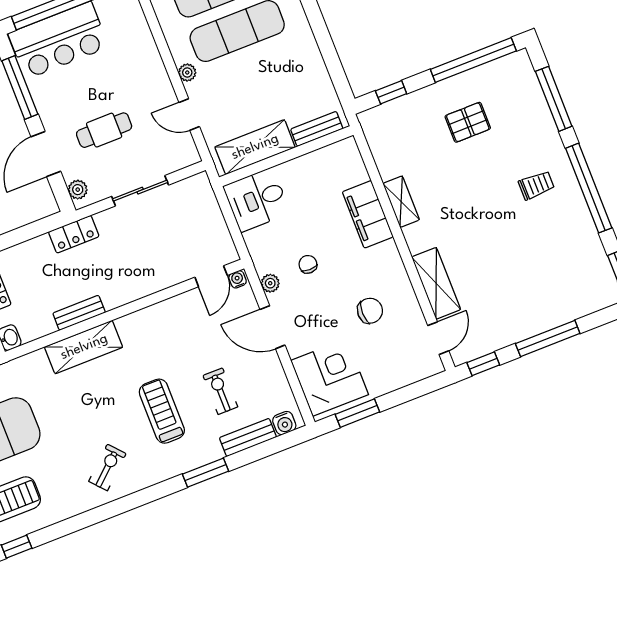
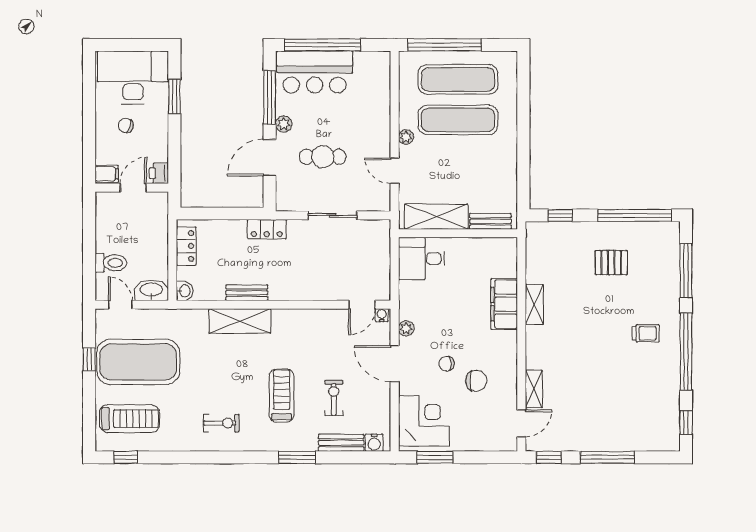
plant: (78, 190) -> (284, 124), moved
chair: (308, 264) -> (446, 364), moved, turned -94
shelving: (436, 283) -> (534, 389), width x0.67, depth x0.75
exercise bike: (107, 468) -> (221, 423), turned 42

